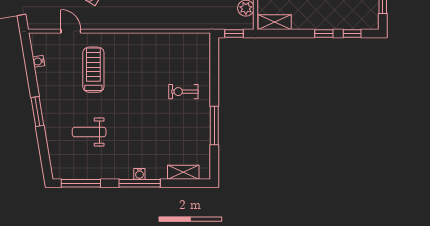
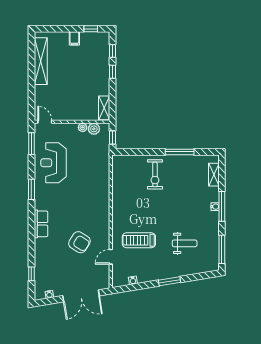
exercise bike: (183, 92) -> (155, 174), width x1.38, depth x1.39
weight bench: (89, 132) -> (185, 243), turned -90

